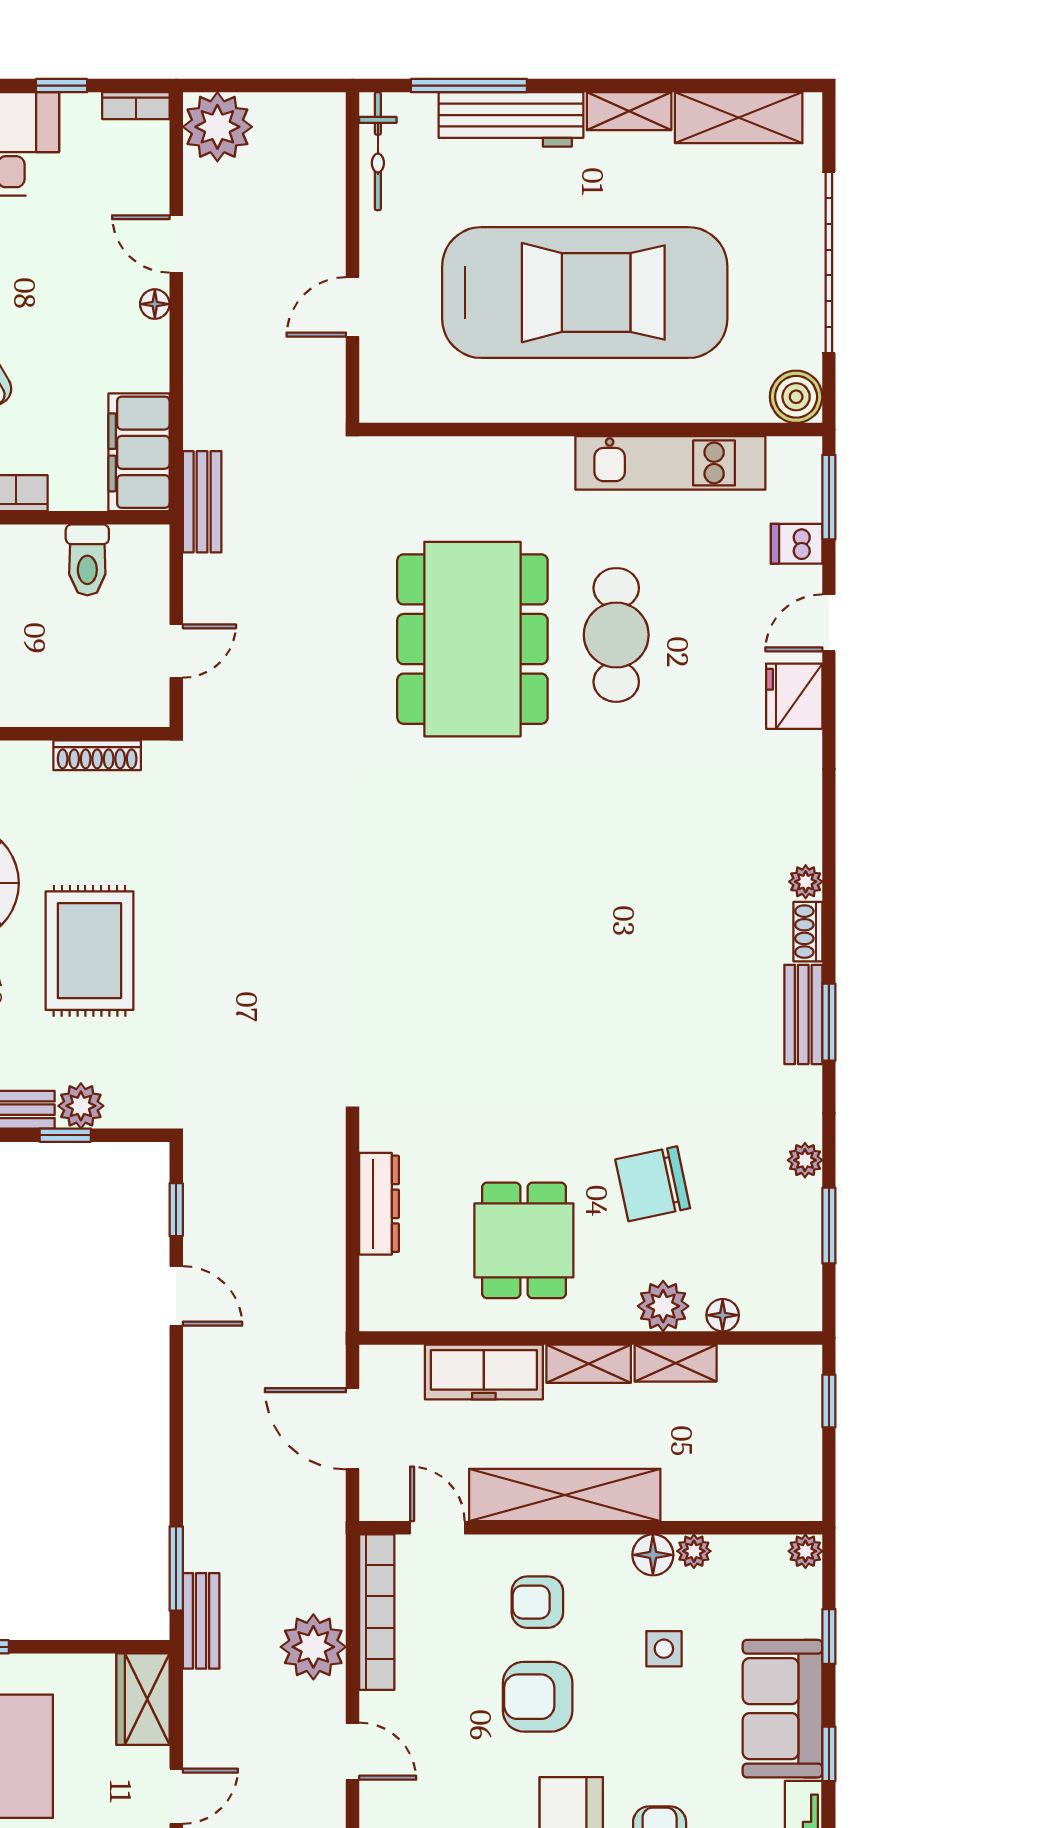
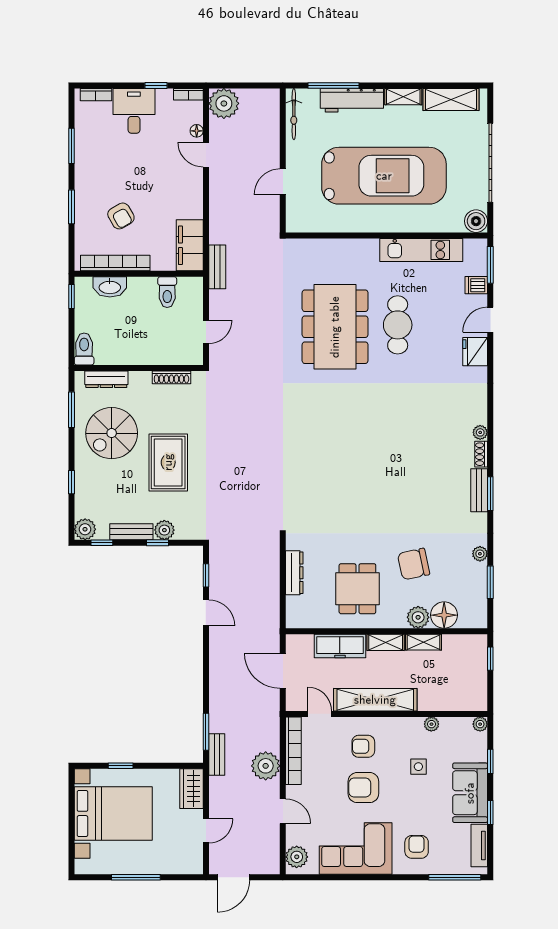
floor lamp: (155, 304) -> (197, 131), moved
floor lamp: (723, 1315) -> (444, 615), width x1.89, depth x1.89
floor lamp: (653, 1555) -> (414, 726), removed

